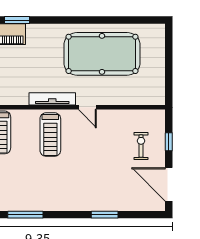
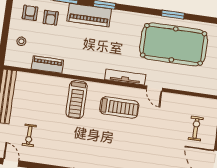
window: (96, 20) -> (173, 15), added
treadmill: (50, 135) -> (119, 107), turned -90

